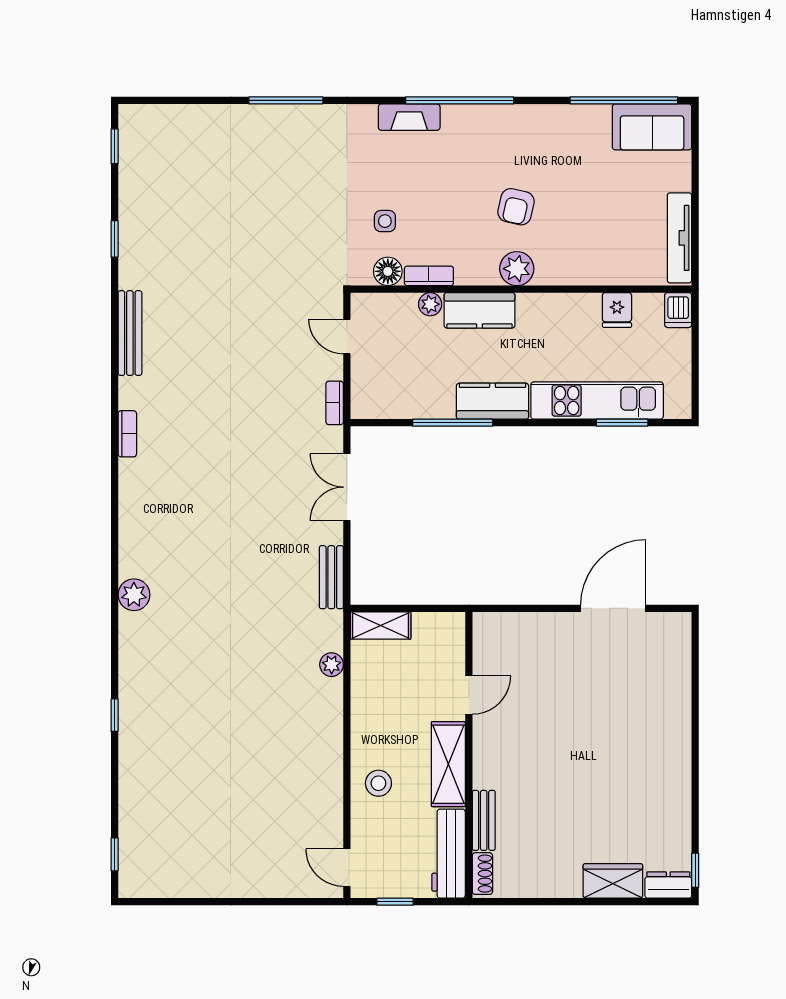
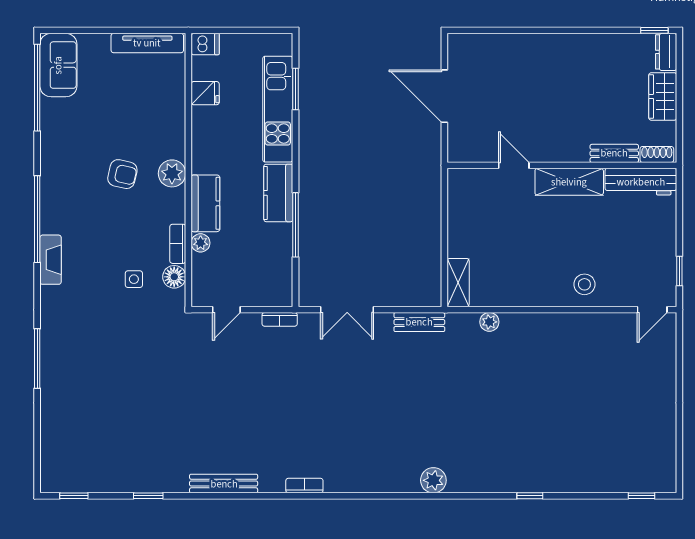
door: (469, 695) -> (514, 165), moved
wall: (469, 755) -> (562, 165), moved
shelving: (448, 764) -> (569, 182), moved
bench: (484, 820) -> (614, 153), moved
workbench: (449, 854) -> (641, 182), moved
shoe rack: (482, 874) -> (657, 154), moved

